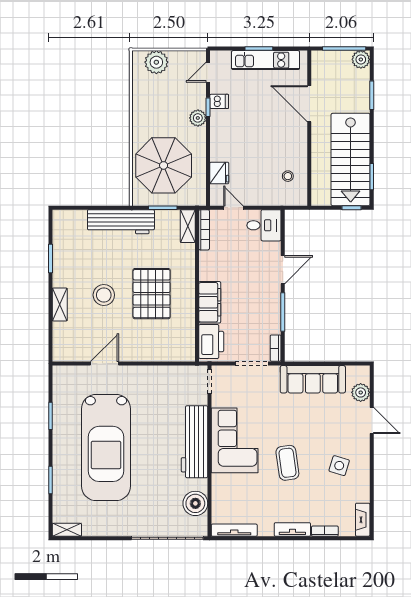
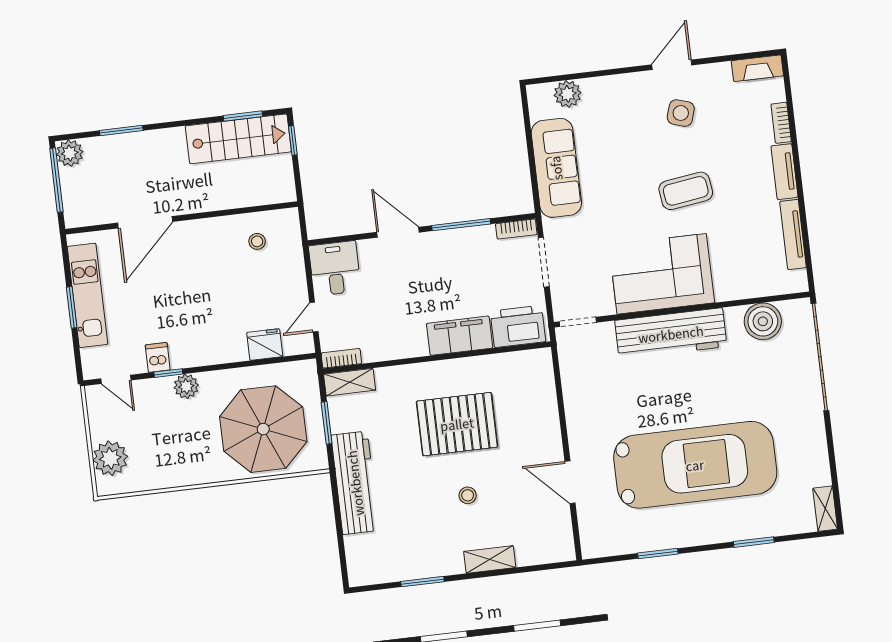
stairs: (351, 159) -> (238, 139), width x0.73, depth x0.66
bookcase: (204, 230) -> (341, 358), width x0.64
stool: (104, 295) -> (468, 495), width x0.53, depth x0.53
door: (372, 421) -> (672, 65), moved
tv unit: (234, 530) -> (793, 234), moved

